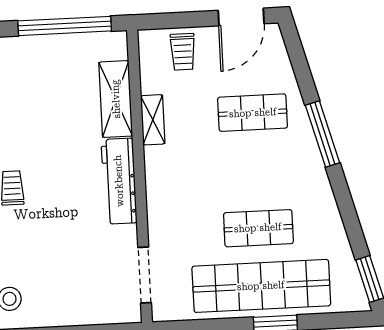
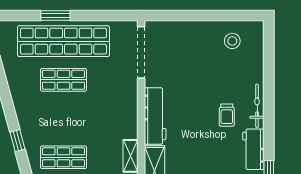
window: (323, 134) -> (17, 141), width x0.46
doorway: (145, 275) -> (141, 52), width x1.36

